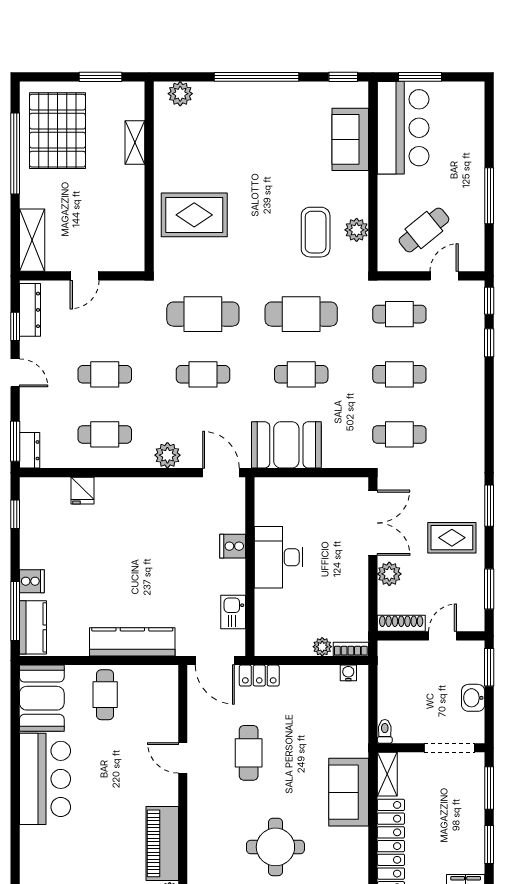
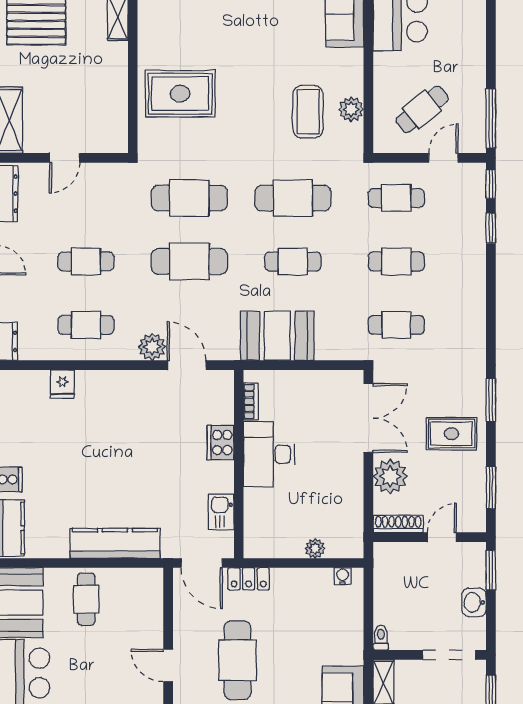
window: (489, 196) -> (491, 118), moved
cafe table: (203, 374) -> (189, 261), width x1.37, depth x1.35
door: (221, 473) -> (187, 365), moved
cooker: (233, 546) -> (221, 442), width x1.36
plant: (389, 574) -> (390, 476), width x1.36, depth x1.36
bookcase: (351, 649) -> (251, 401), moved, turned 90
cafe table: (249, 753) -> (237, 660), width x1.37, depth x1.35

